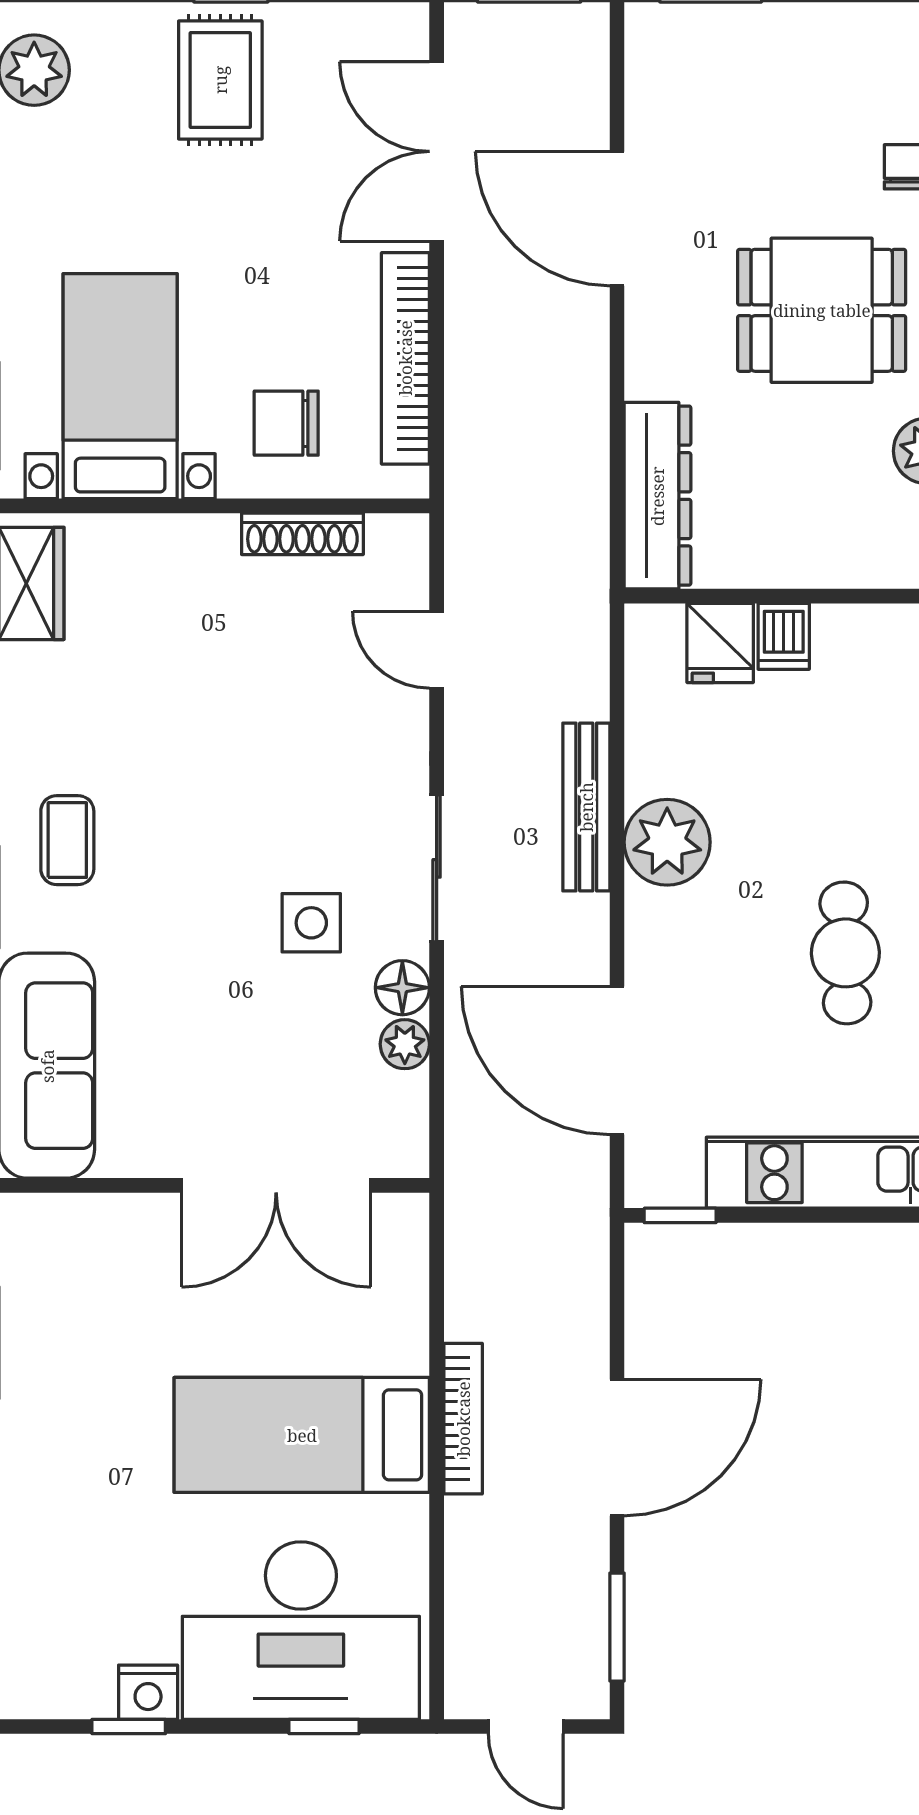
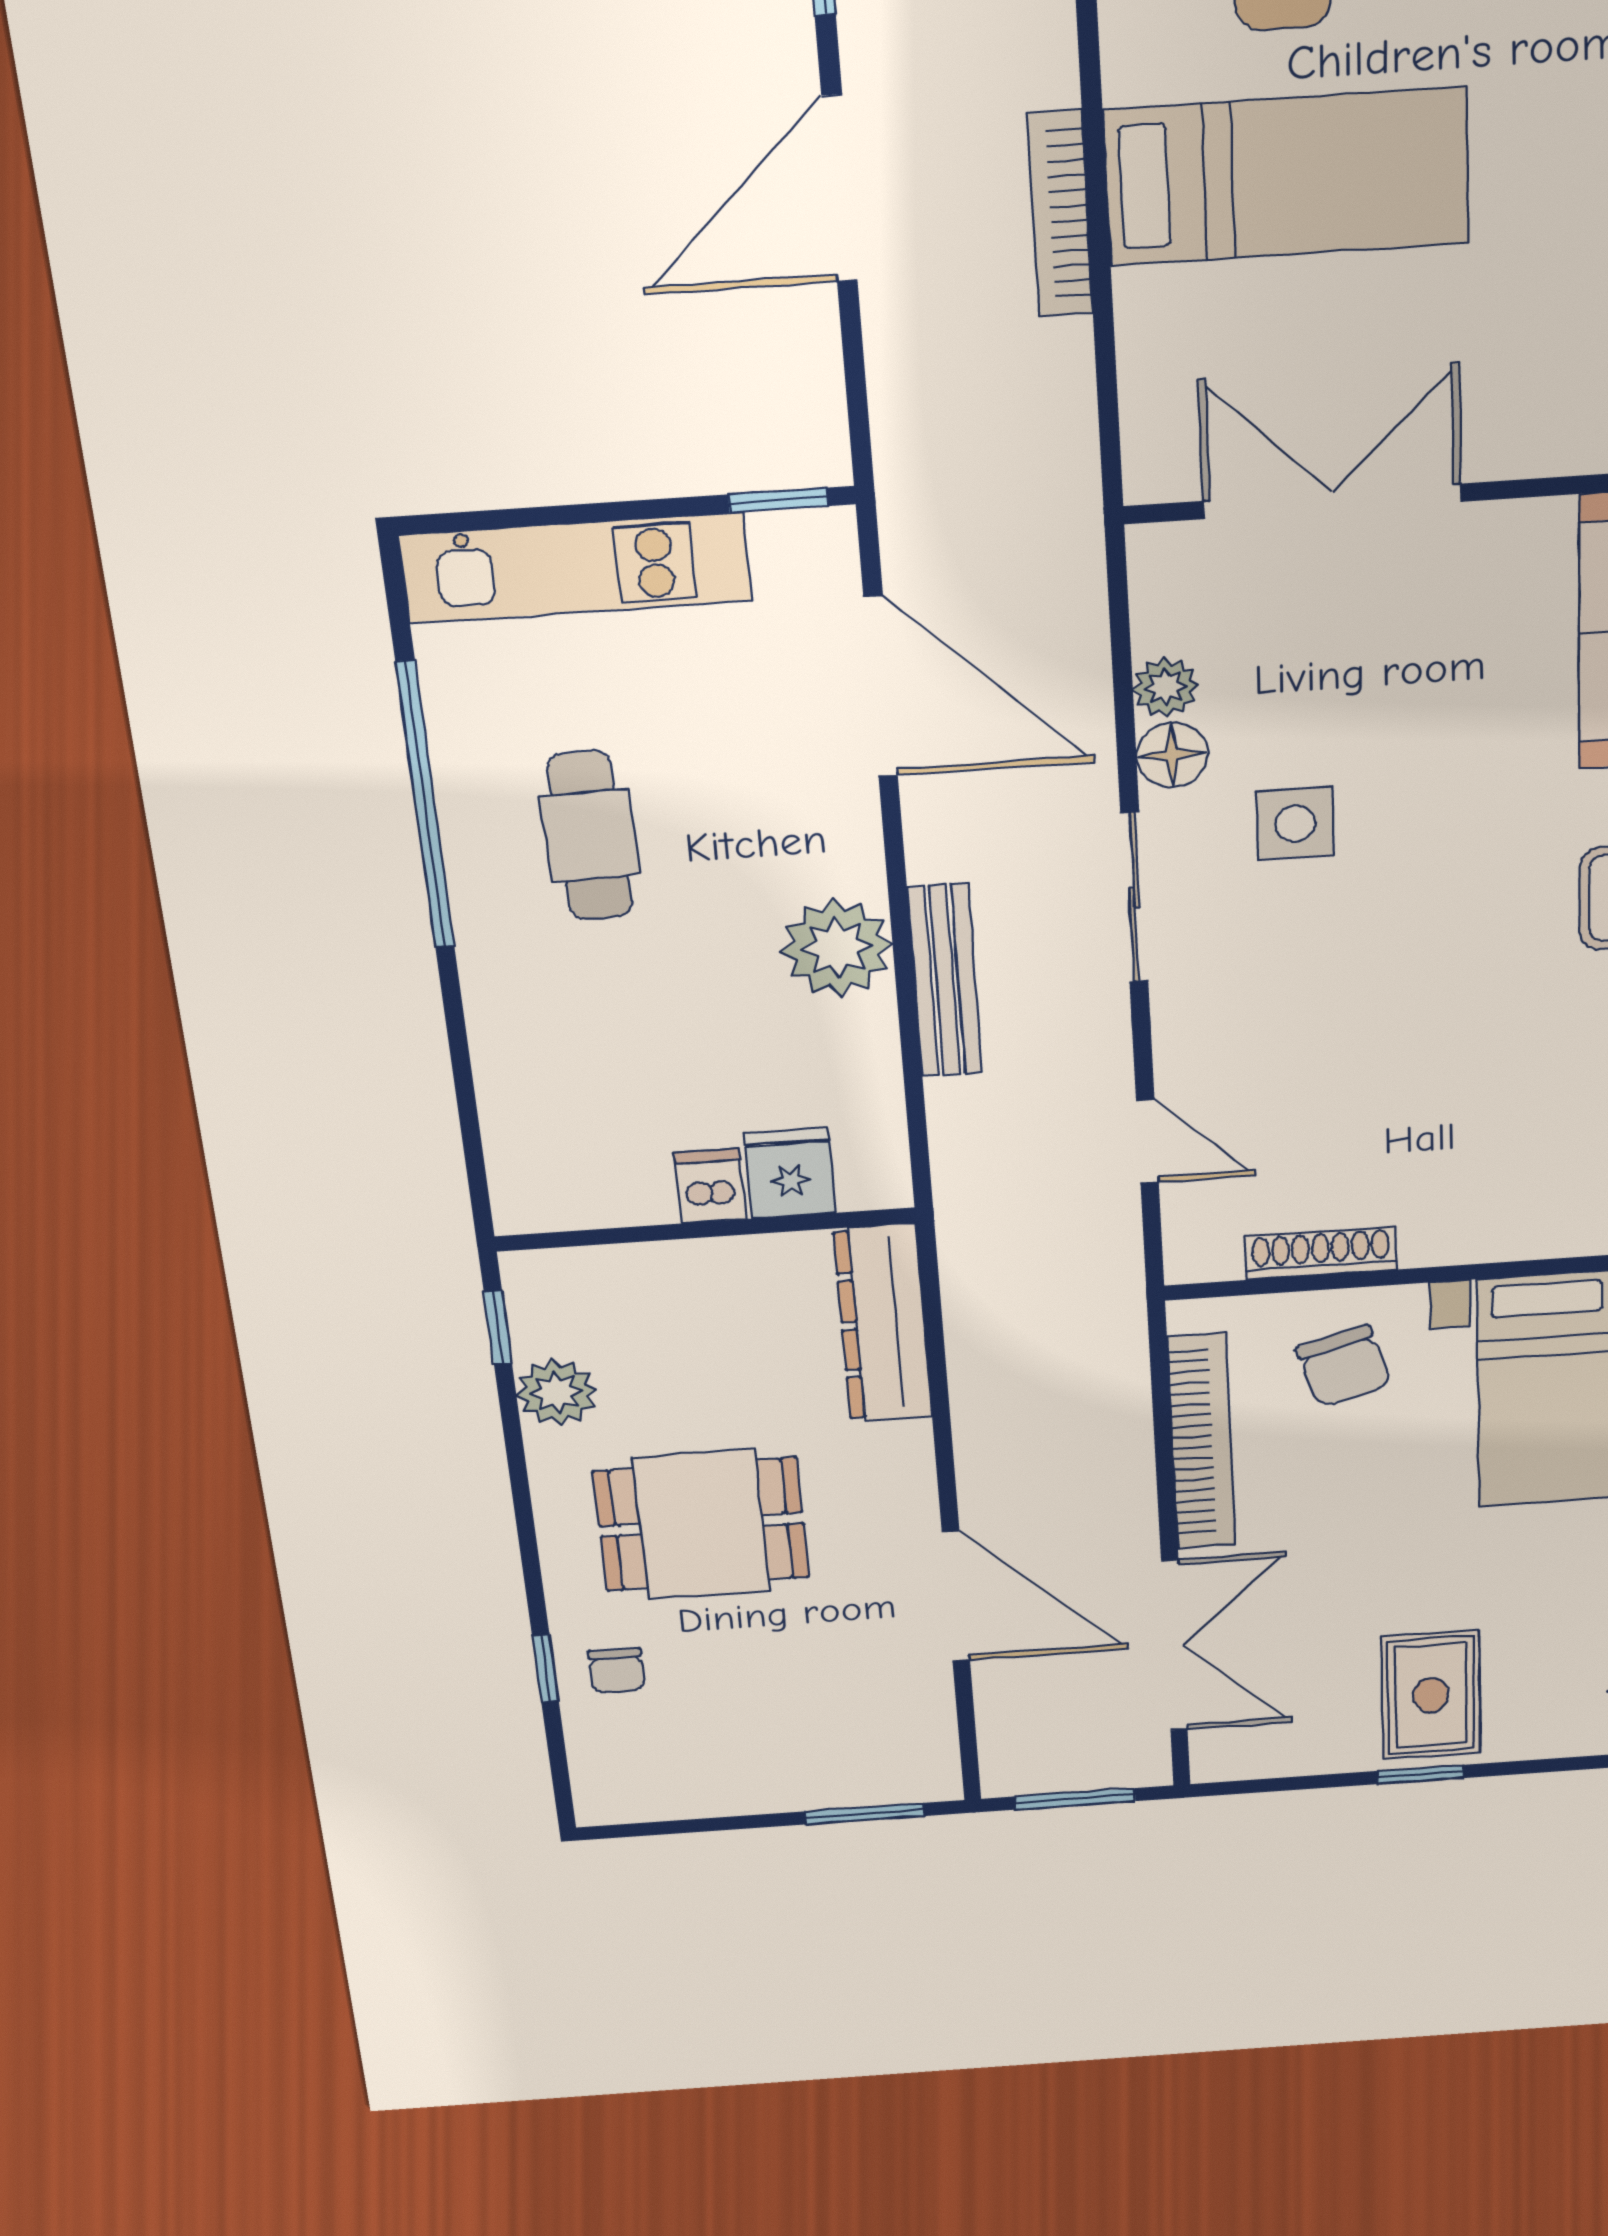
chair: (286, 423) -> (1344, 1366), turned 73

